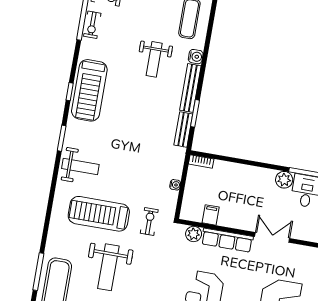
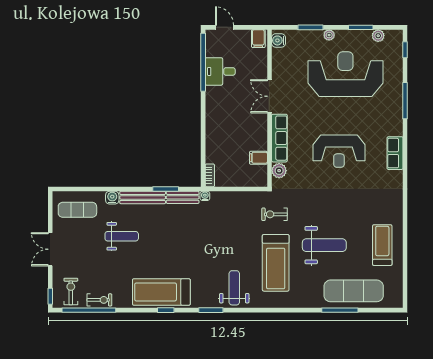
treadmill: (89, 90) -> (161, 292), turned 180
plant: (284, 180) -> (213, 95), removed
water cooler: (175, 185) -> (205, 196), moved

